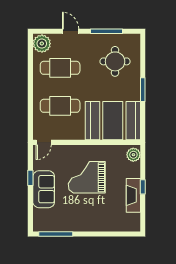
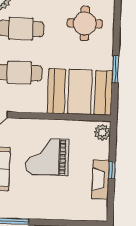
window: (143, 90) -> (115, 69), moved

